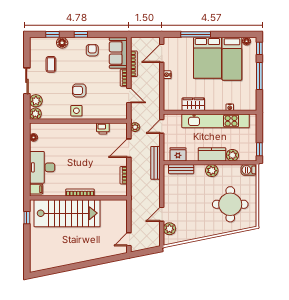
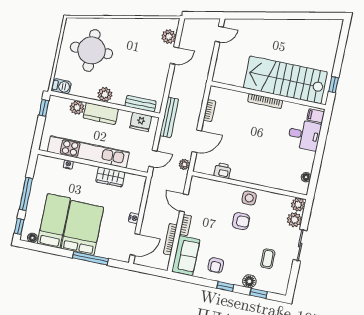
desk: (42, 167) -> (304, 135), width x0.73

